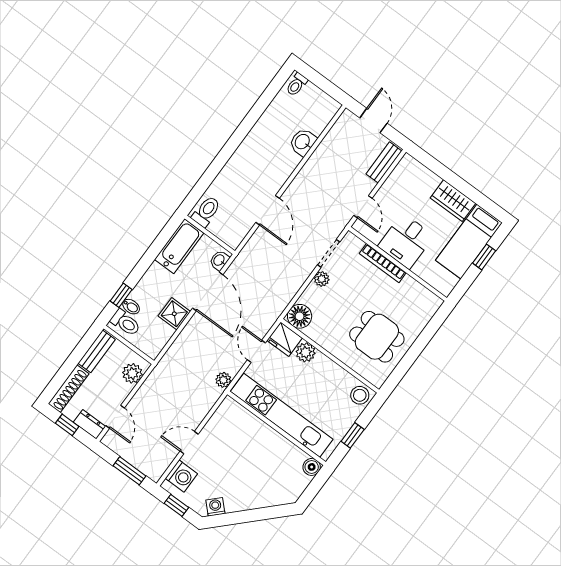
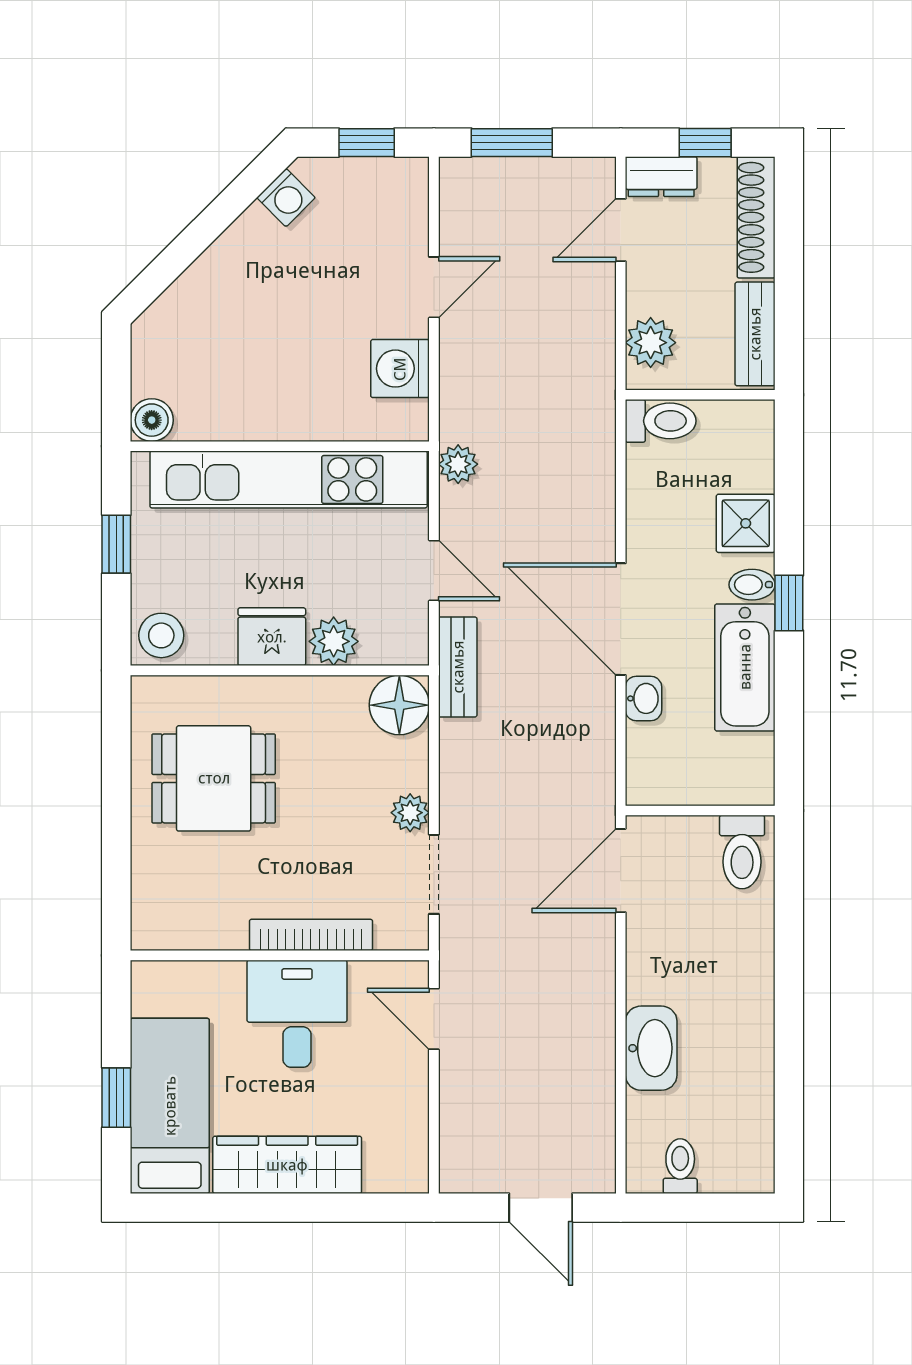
toilet: (297, 85) -> (680, 1166), moved
washbasin: (303, 142) -> (651, 1048), width x1.38
bench: (384, 162) -> (458, 667), moved
wardrobe: (453, 201) -> (287, 1165), width x1.50
door: (268, 210) -> (621, 871), hinge flipped
toilet: (206, 211) -> (742, 852), moved
wall: (210, 235) -> (700, 811), moved
window: (121, 295) -> (789, 603), moved
bidet: (131, 307) -> (752, 585), moved
shower: (174, 314) -> (746, 523), moved
toilet: (125, 323) -> (661, 421), moved, turned 180
fridge: (285, 339) -> (272, 637), moved
door: (115, 417) -> (621, 230), hinge flipped
washing machine: (181, 476) -> (400, 369), moved

